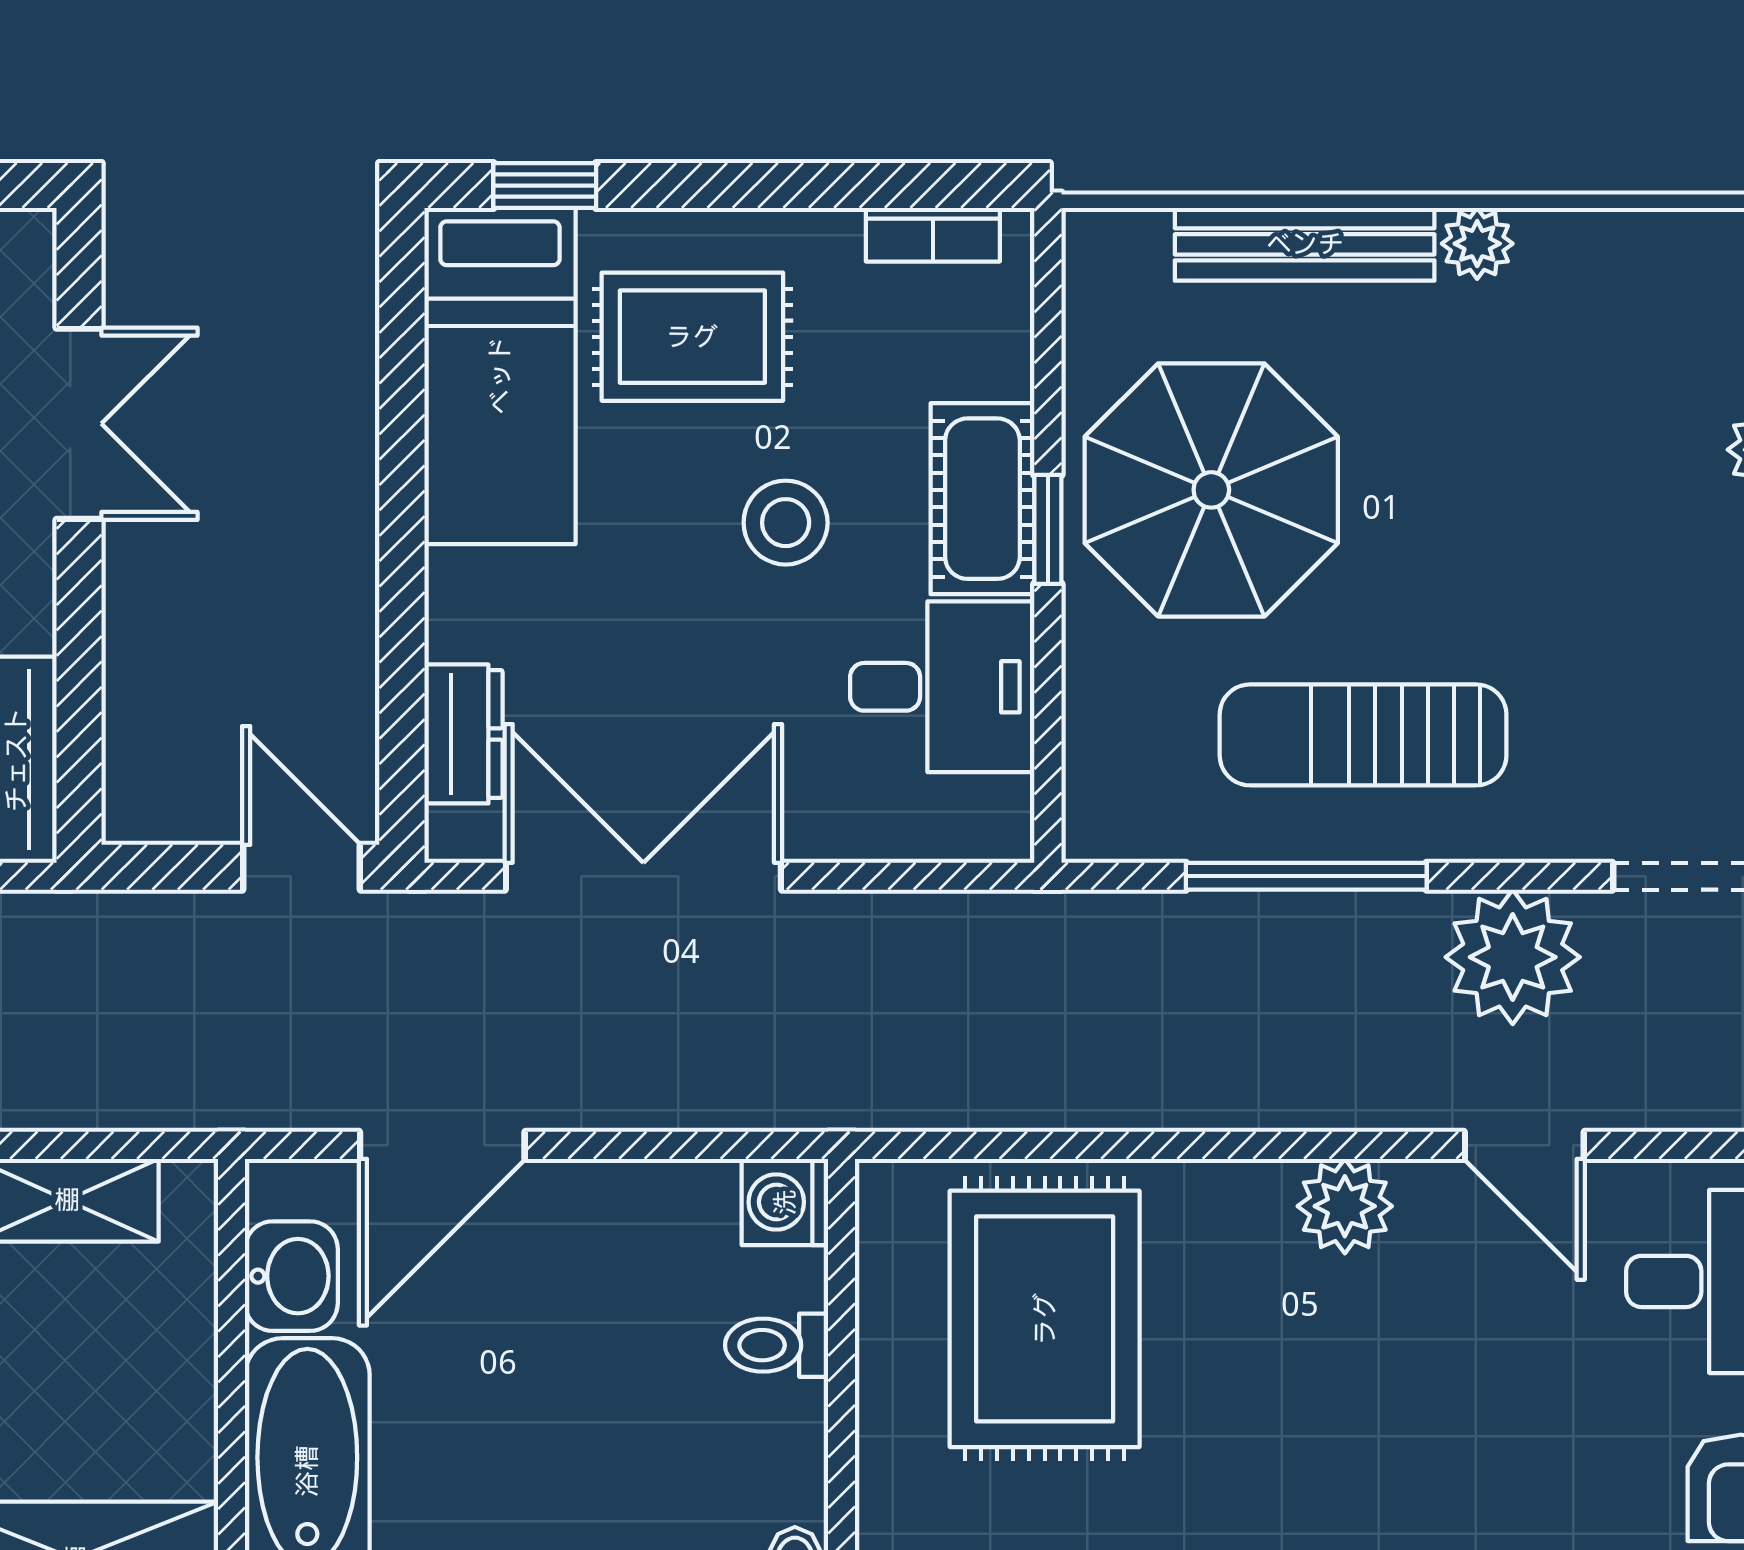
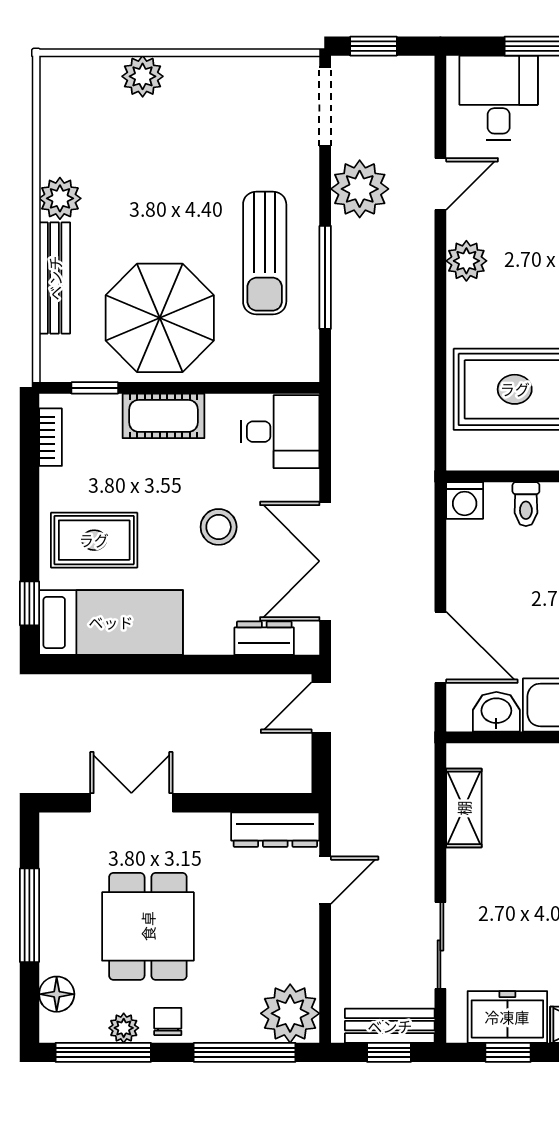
plant: (1477, 244) -> (60, 198), width x1.38, depth x1.38
rug: (692, 337) -> (94, 540), turned 90
stool: (786, 523) -> (219, 527), moved
window: (1048, 529) -> (95, 388), moved
desk: (942, 687) -> (280, 432), moved, turned 90

